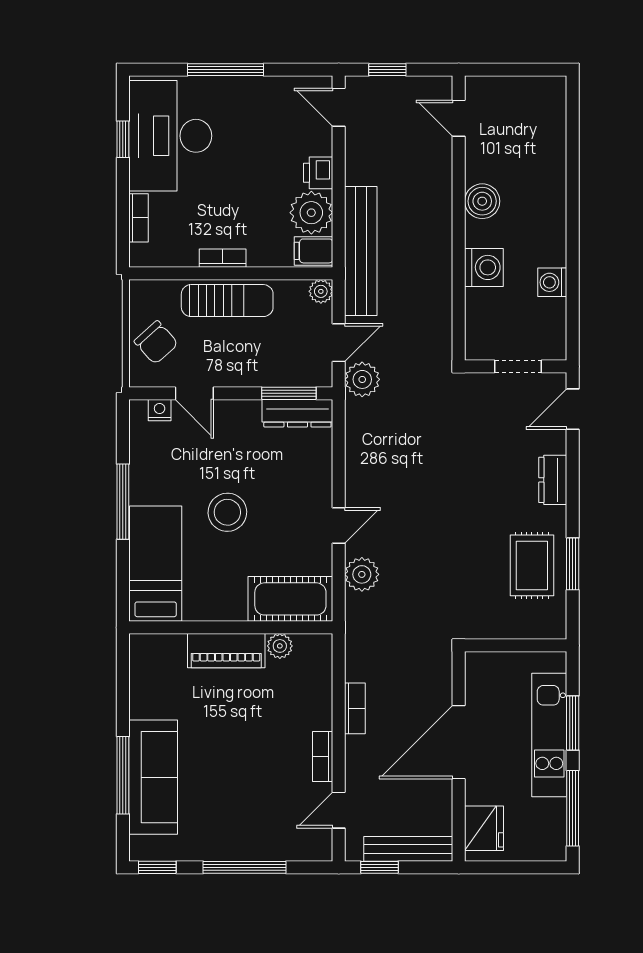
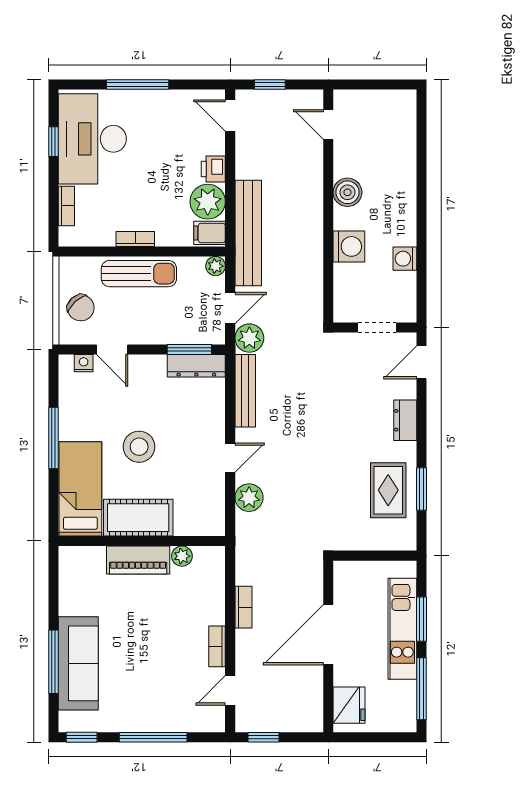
cot: (290, 599) -> (138, 518), moved
bench: (408, 849) -> (245, 391), moved, turned 90

